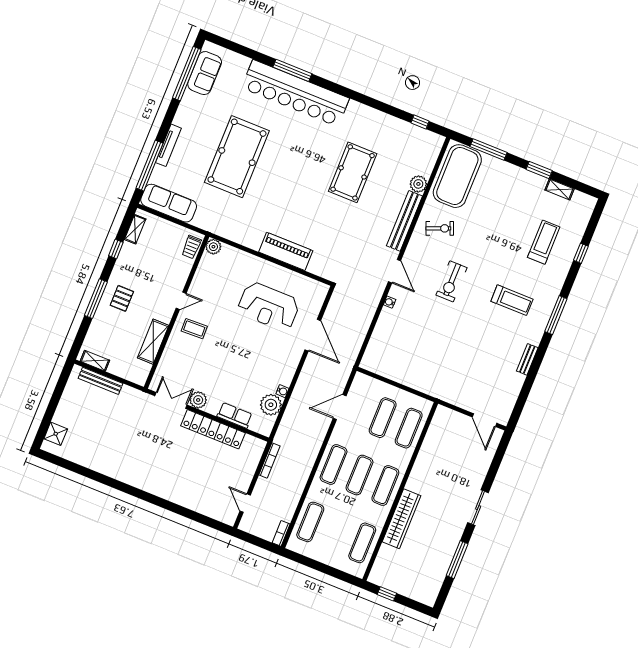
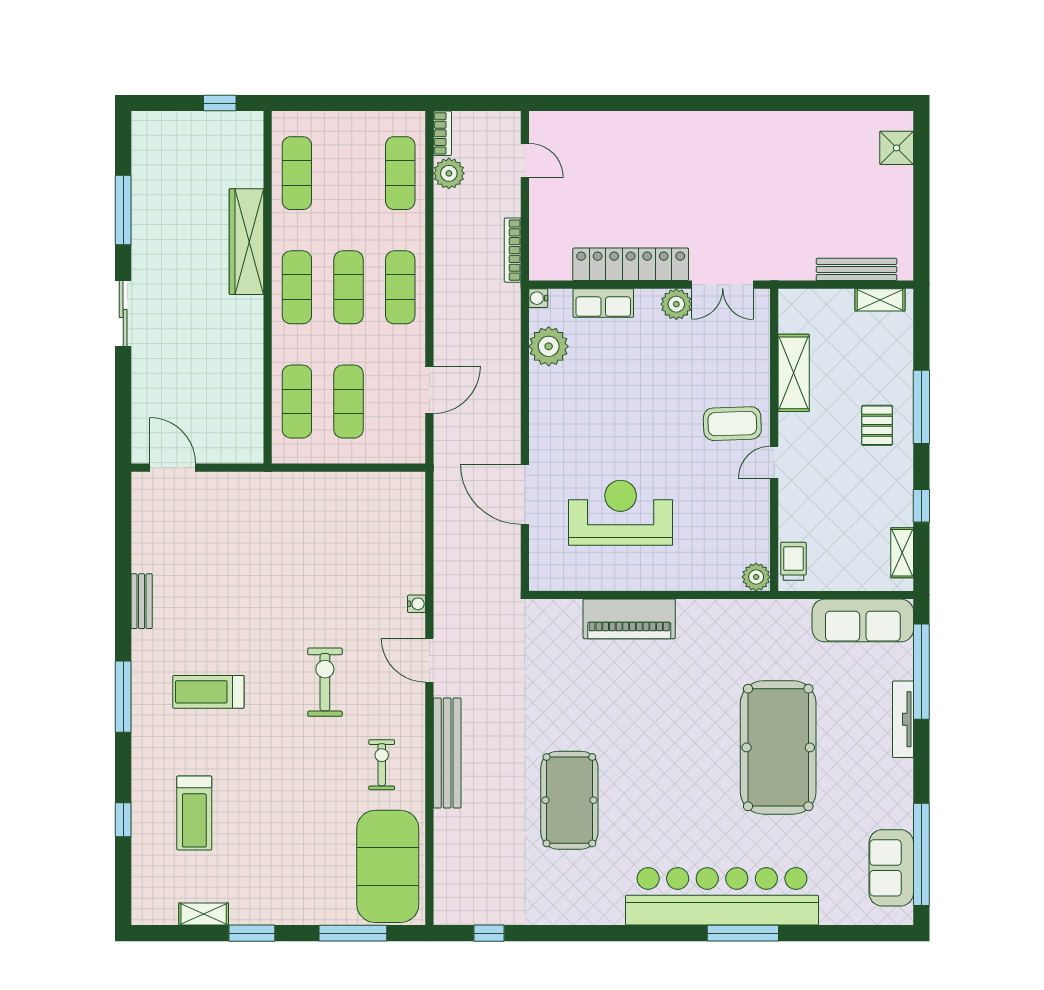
plant: (418, 184) -> (449, 173), moved
exercise bike: (440, 228) -> (382, 765), turned 112
coffee table: (194, 329) -> (732, 424), width x1.36, depth x1.30
water cooler: (282, 391) -> (538, 298), moved

